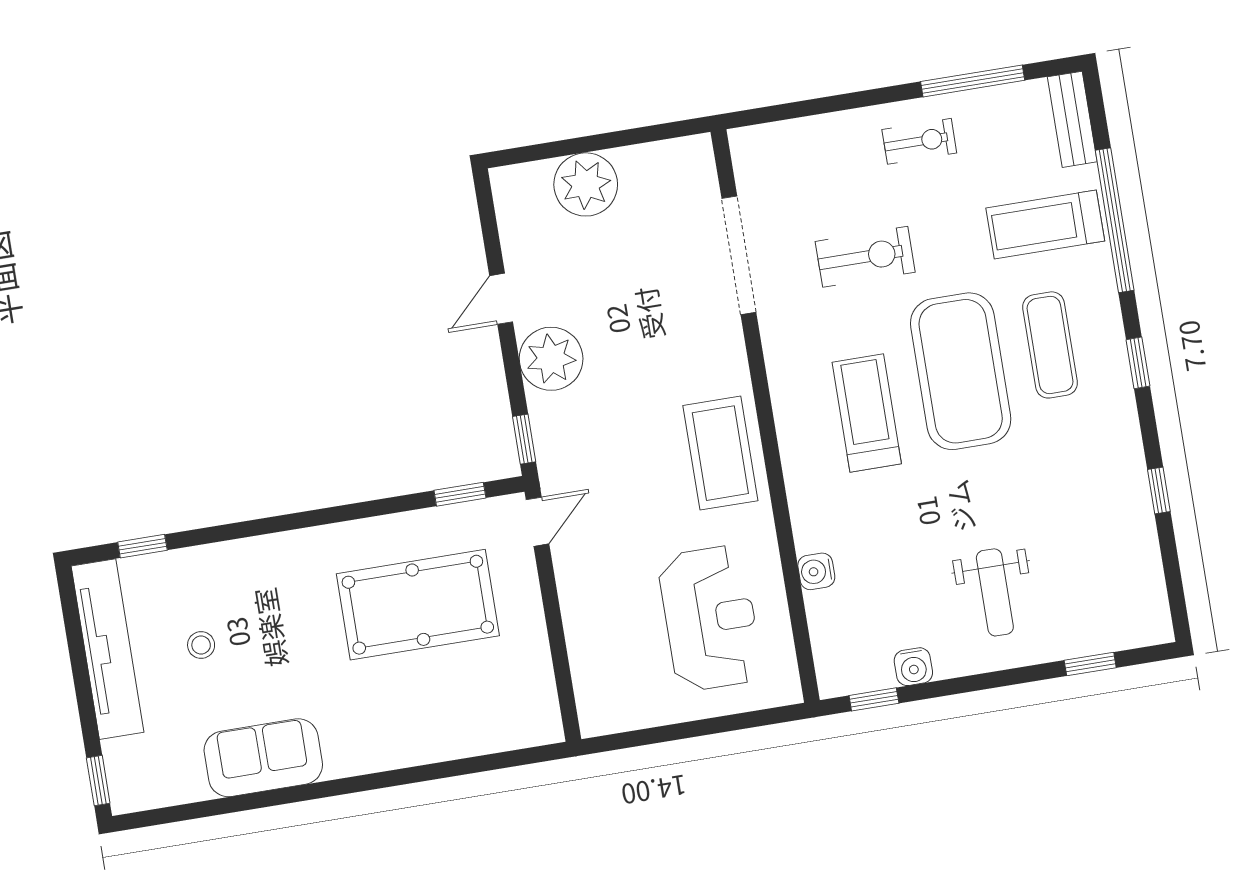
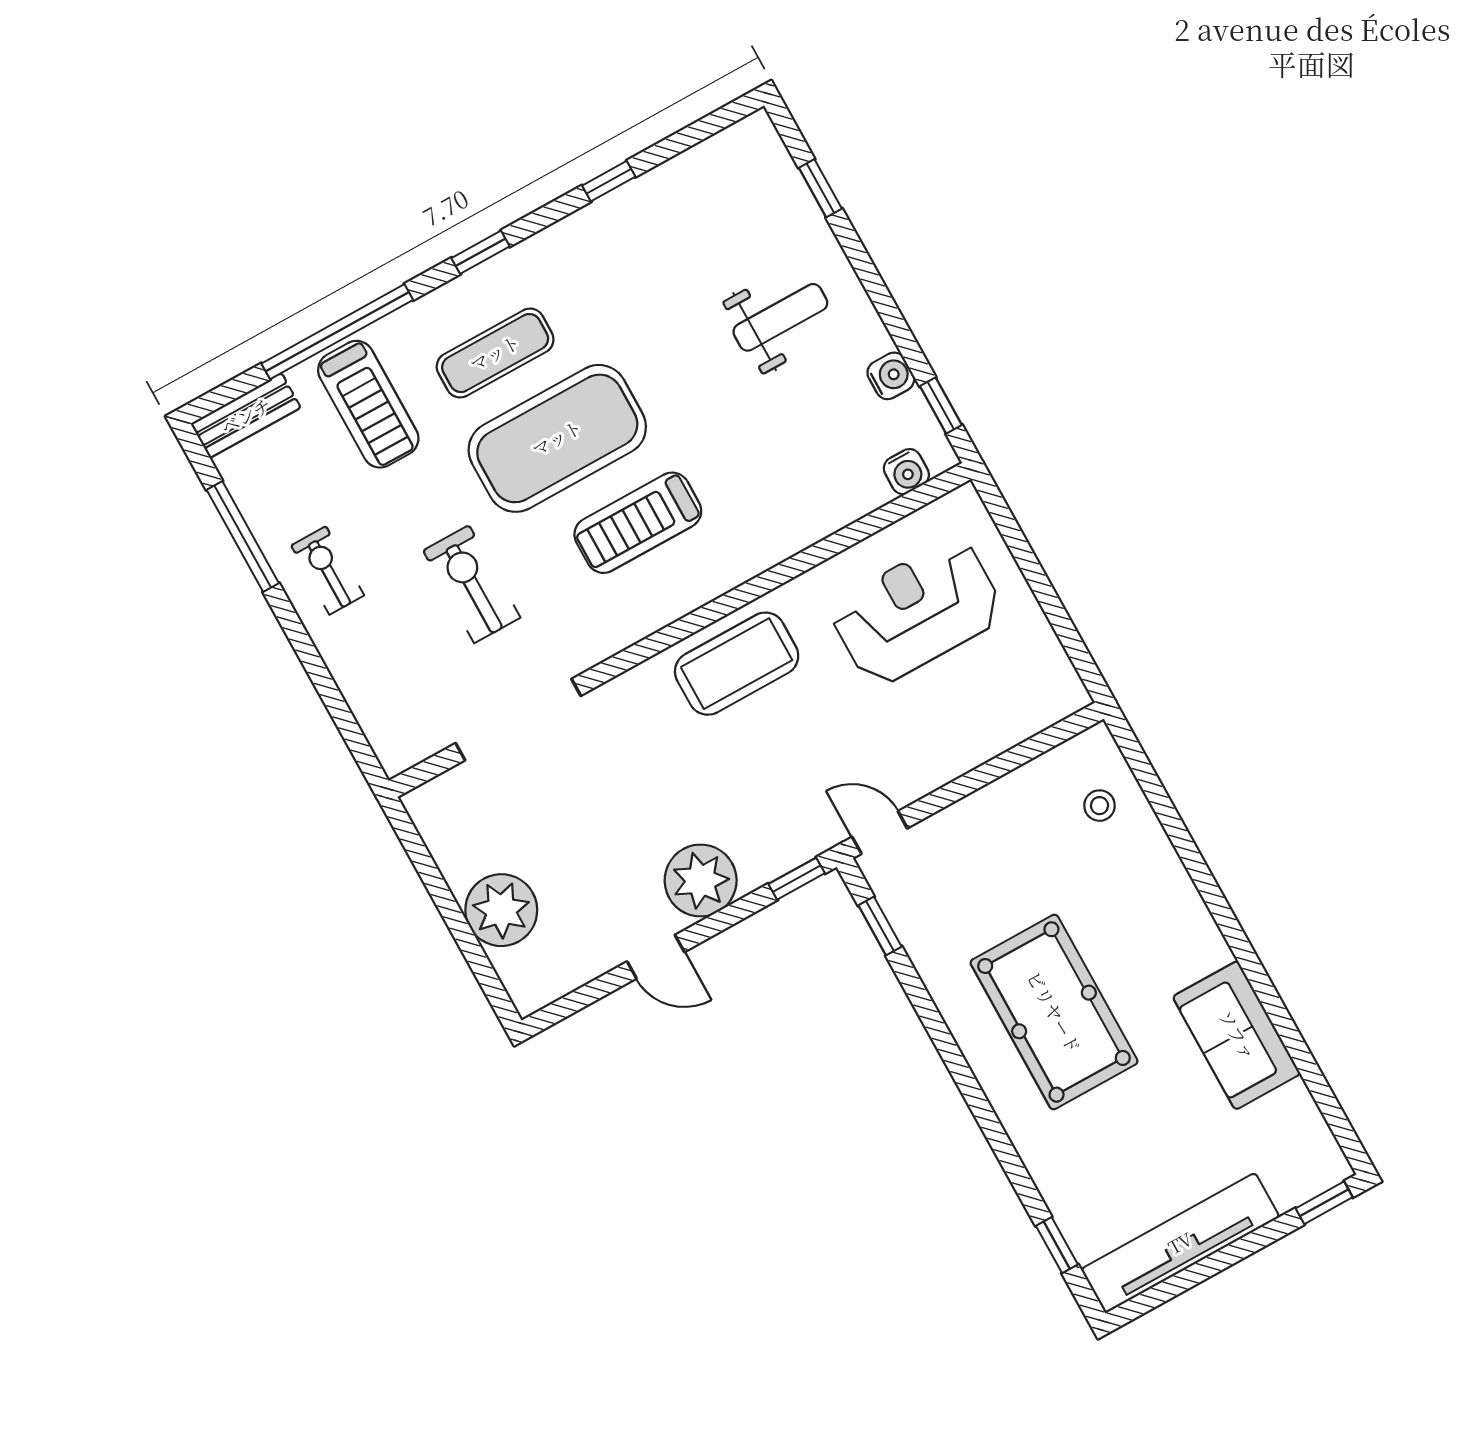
water cooler: (816, 571) -> (906, 472), moved
pool table: (418, 605) -> (1054, 1012), moved
stool: (201, 645) -> (1100, 806), moved

